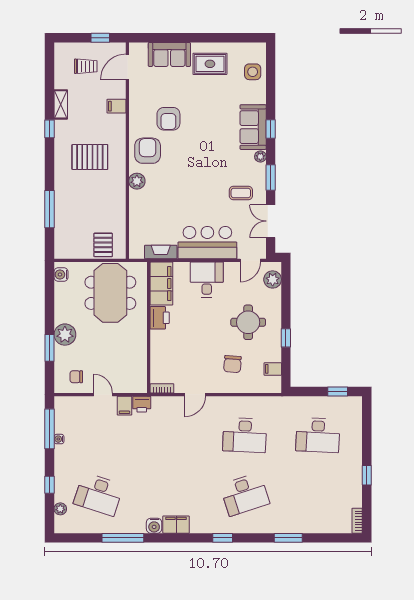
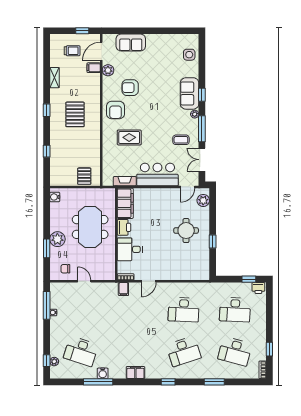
rug: (210, 64) -> (129, 137), moved
filing cabinet: (116, 106) -> (94, 68), moved
armchair: (168, 119) -> (130, 88), turned 90
window: (50, 129) -> (47, 110), moved
armchair: (148, 151) -> (115, 110), turned 180
pallet: (90, 157) -> (75, 114), turned 90
window: (271, 177) -> (202, 129), width x1.44
plant: (137, 181) -> (108, 70), moved
window: (50, 209) -> (47, 151), width x0.46
desk: (207, 280) -> (130, 249), moved, turned -90
meeting table: (110, 293) -> (90, 227), moved
chair: (232, 364) -> (175, 260), removed
filing cabinet: (273, 369) -> (203, 263), removed
printer: (142, 404) -> (258, 288), moved
filing cabinet: (124, 406) -> (123, 289), moved
window: (367, 475) -> (269, 349), moved
window: (50, 485) -> (47, 361), moved
desk: (318, 494) -> (235, 351), added
water cooler: (154, 526) -> (103, 373), moved

